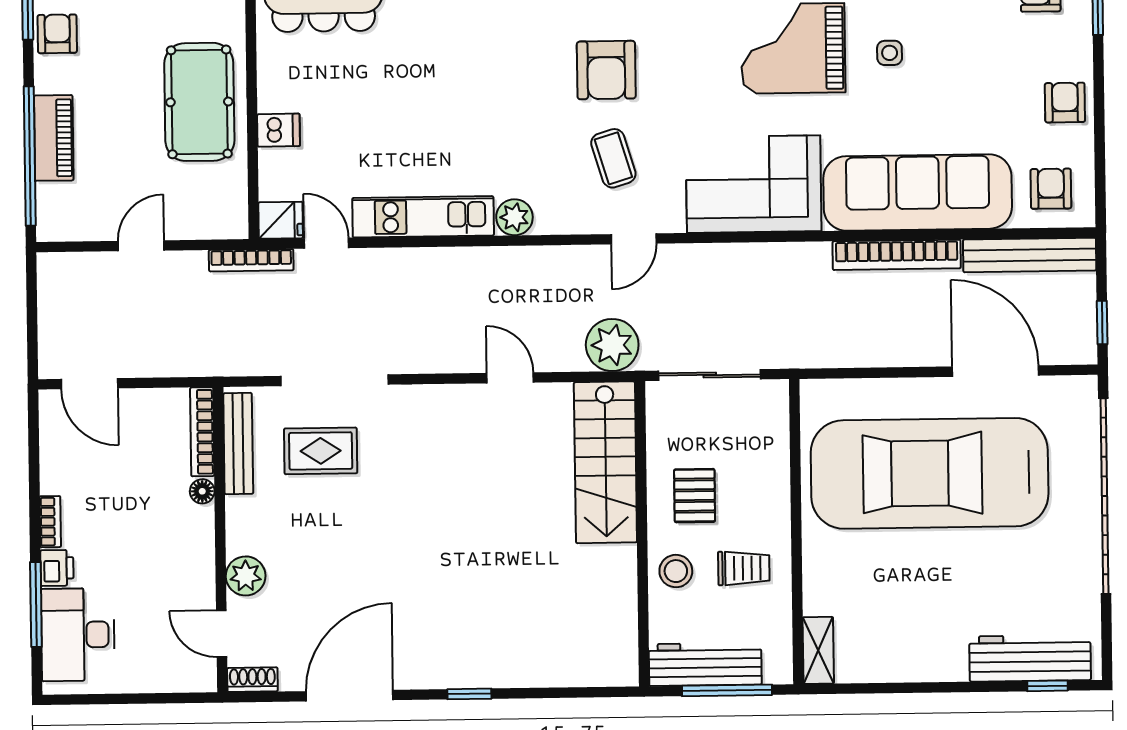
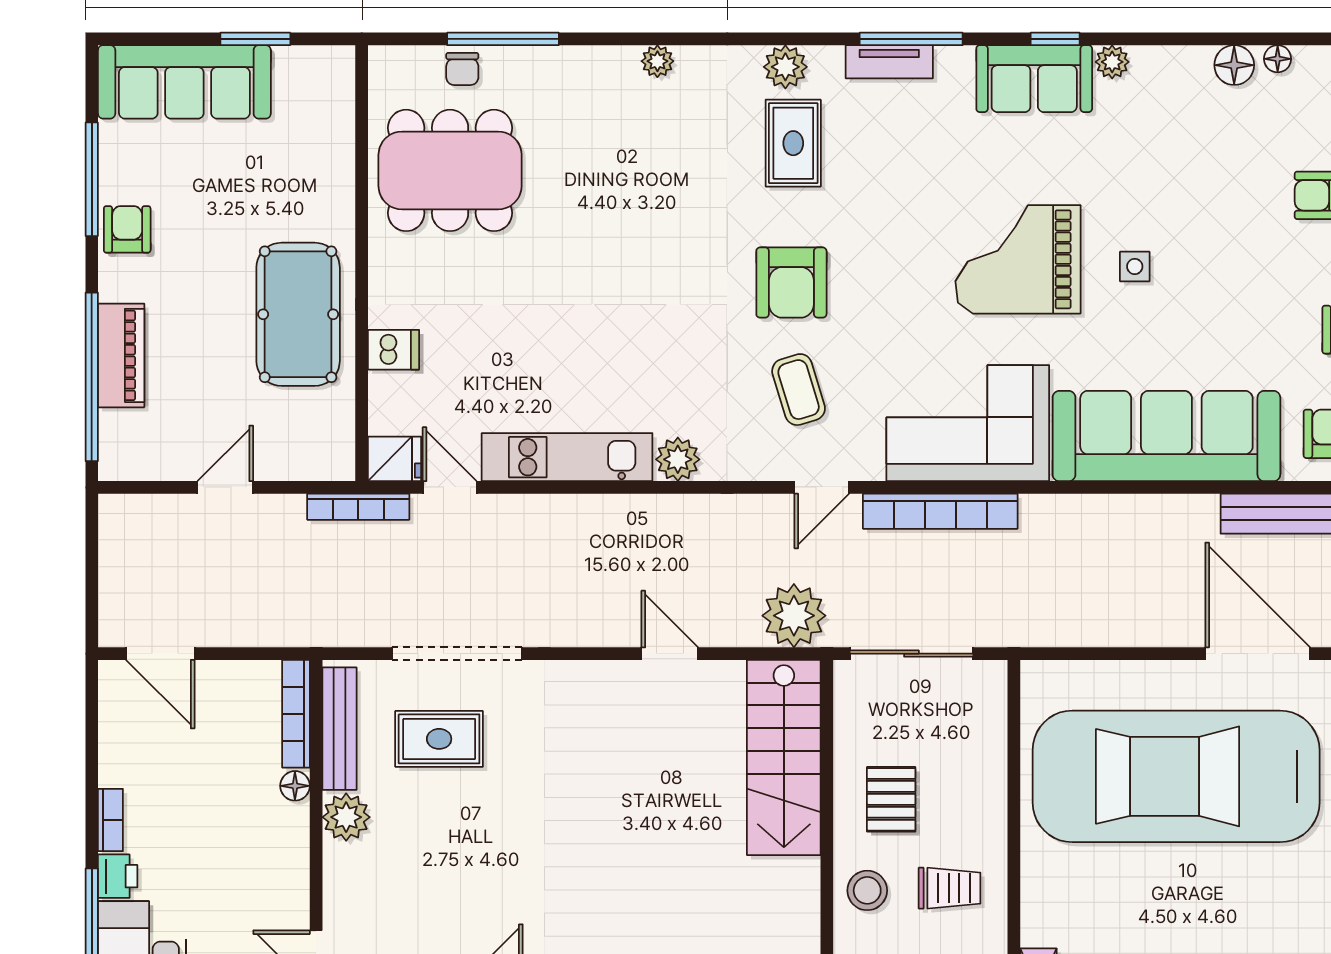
bookcase: (897, 255) -> (940, 511), moved
plant: (246, 576) -> (346, 817), moved

